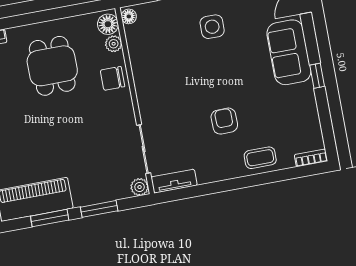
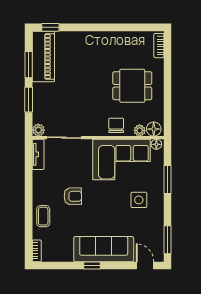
sofa: (289, 52) -> (104, 249), width x1.36
corner sofa: (159, 62) -> (121, 160), added

